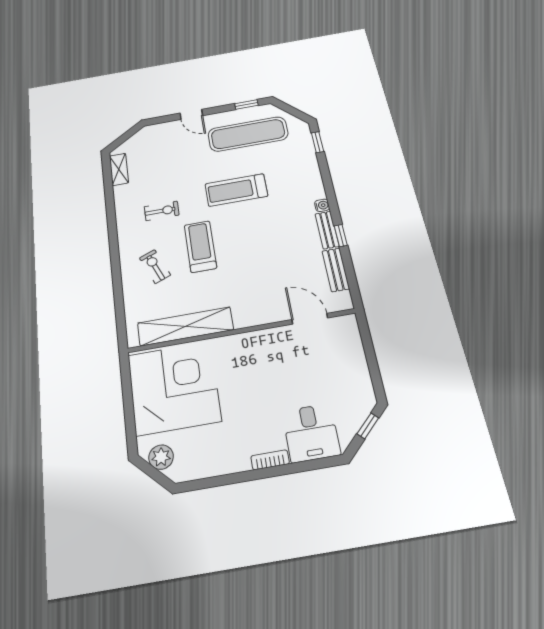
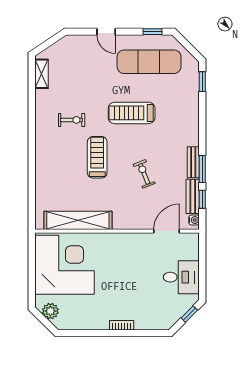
water cooler: (322, 205) -> (194, 220), moved
window: (341, 236) -> (202, 169), width x1.50
exercise bike: (155, 266) -> (144, 174), moved
window: (349, 271) -> (202, 199), added
door: (310, 319) -> (167, 231), hinge flipped
desk: (311, 433) -> (181, 277), moved, turned -90

